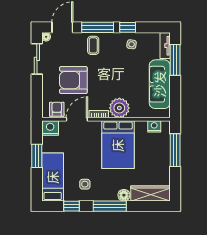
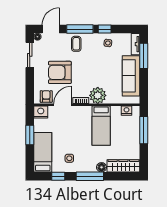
bed: (118, 145) -> (101, 126), width x0.67

